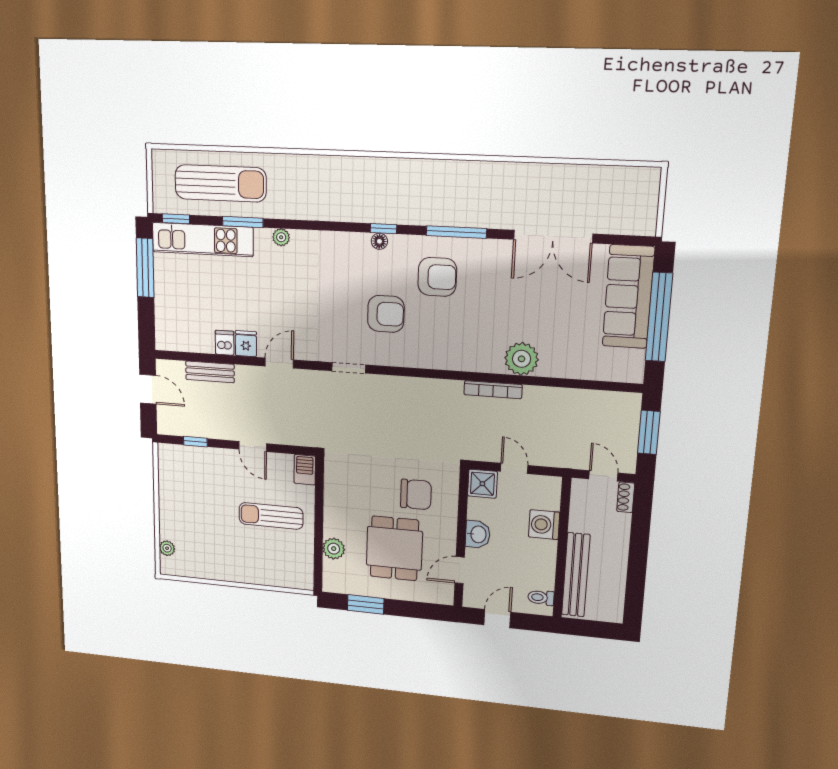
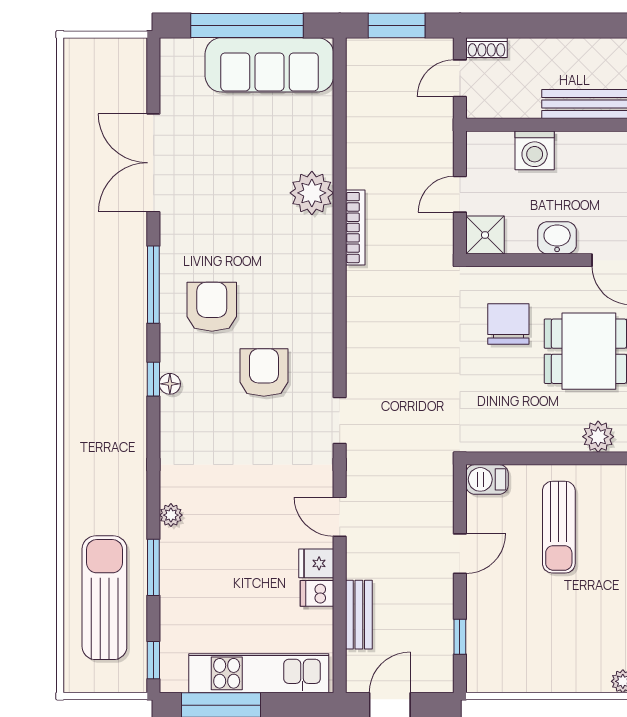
double door: (553, 237) -> (153, 163), swing flipped
kitchen unit: (203, 239) -> (259, 673), moved, turned -90
sofa: (628, 297) -> (269, 65), moved

